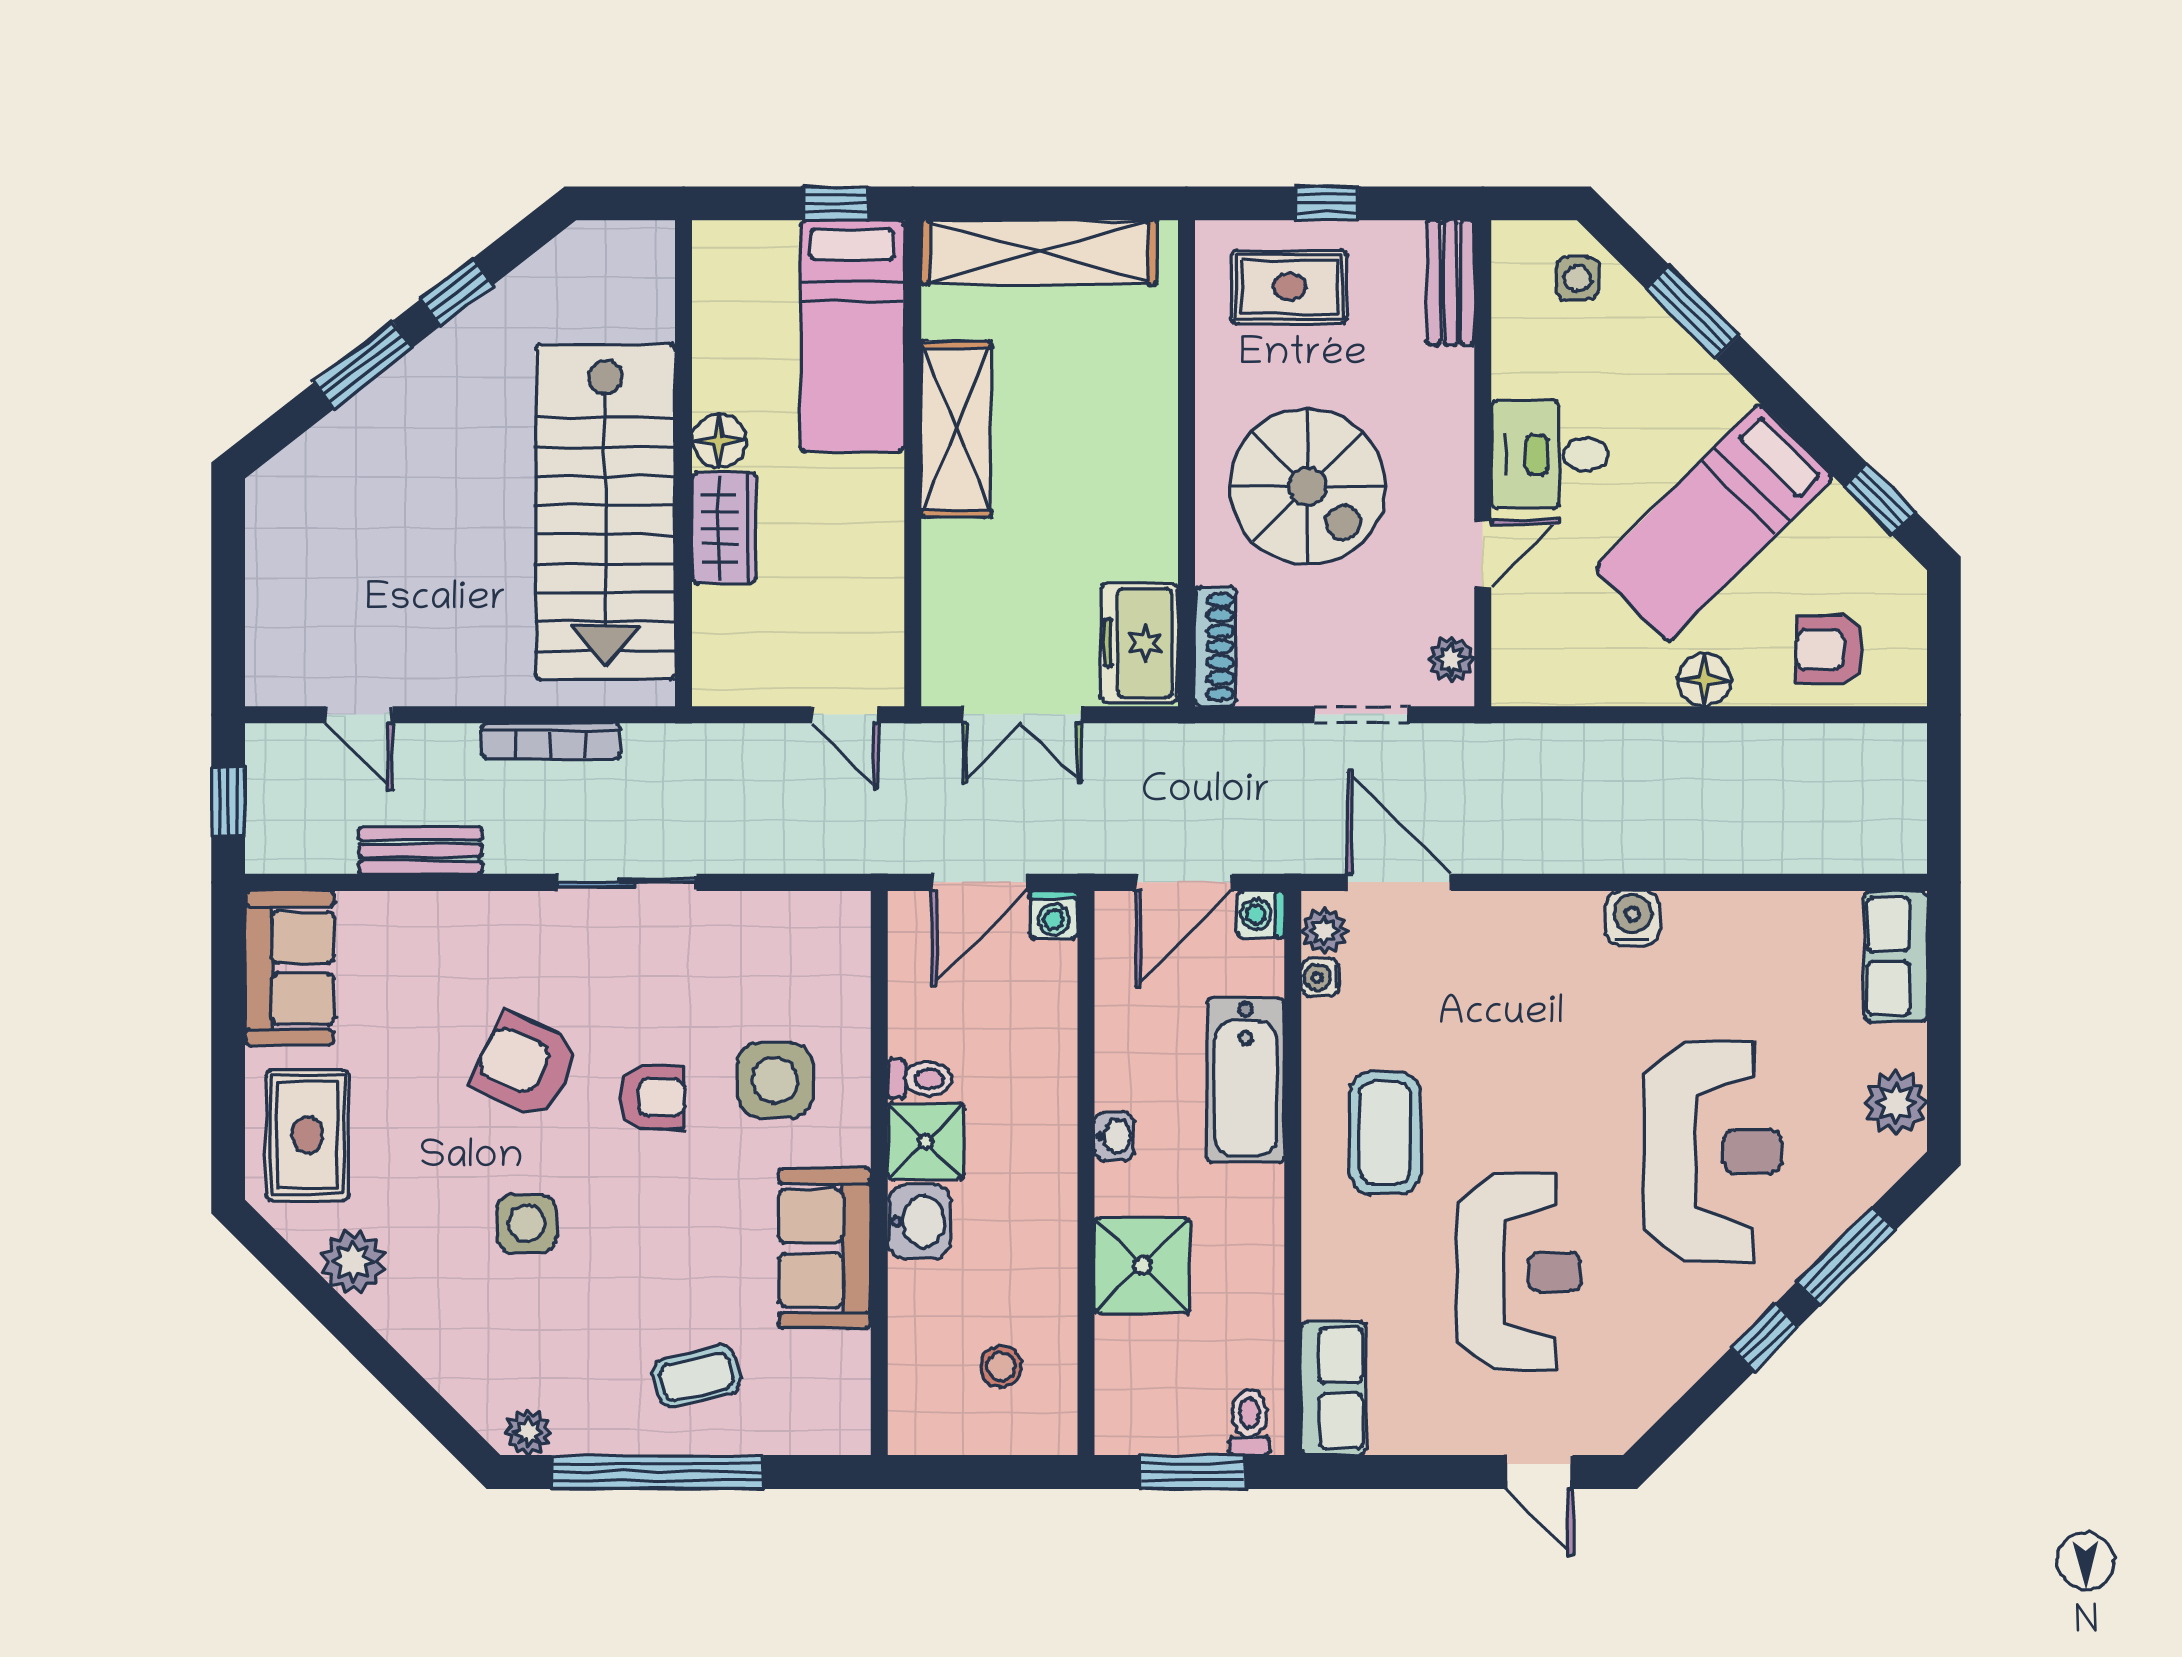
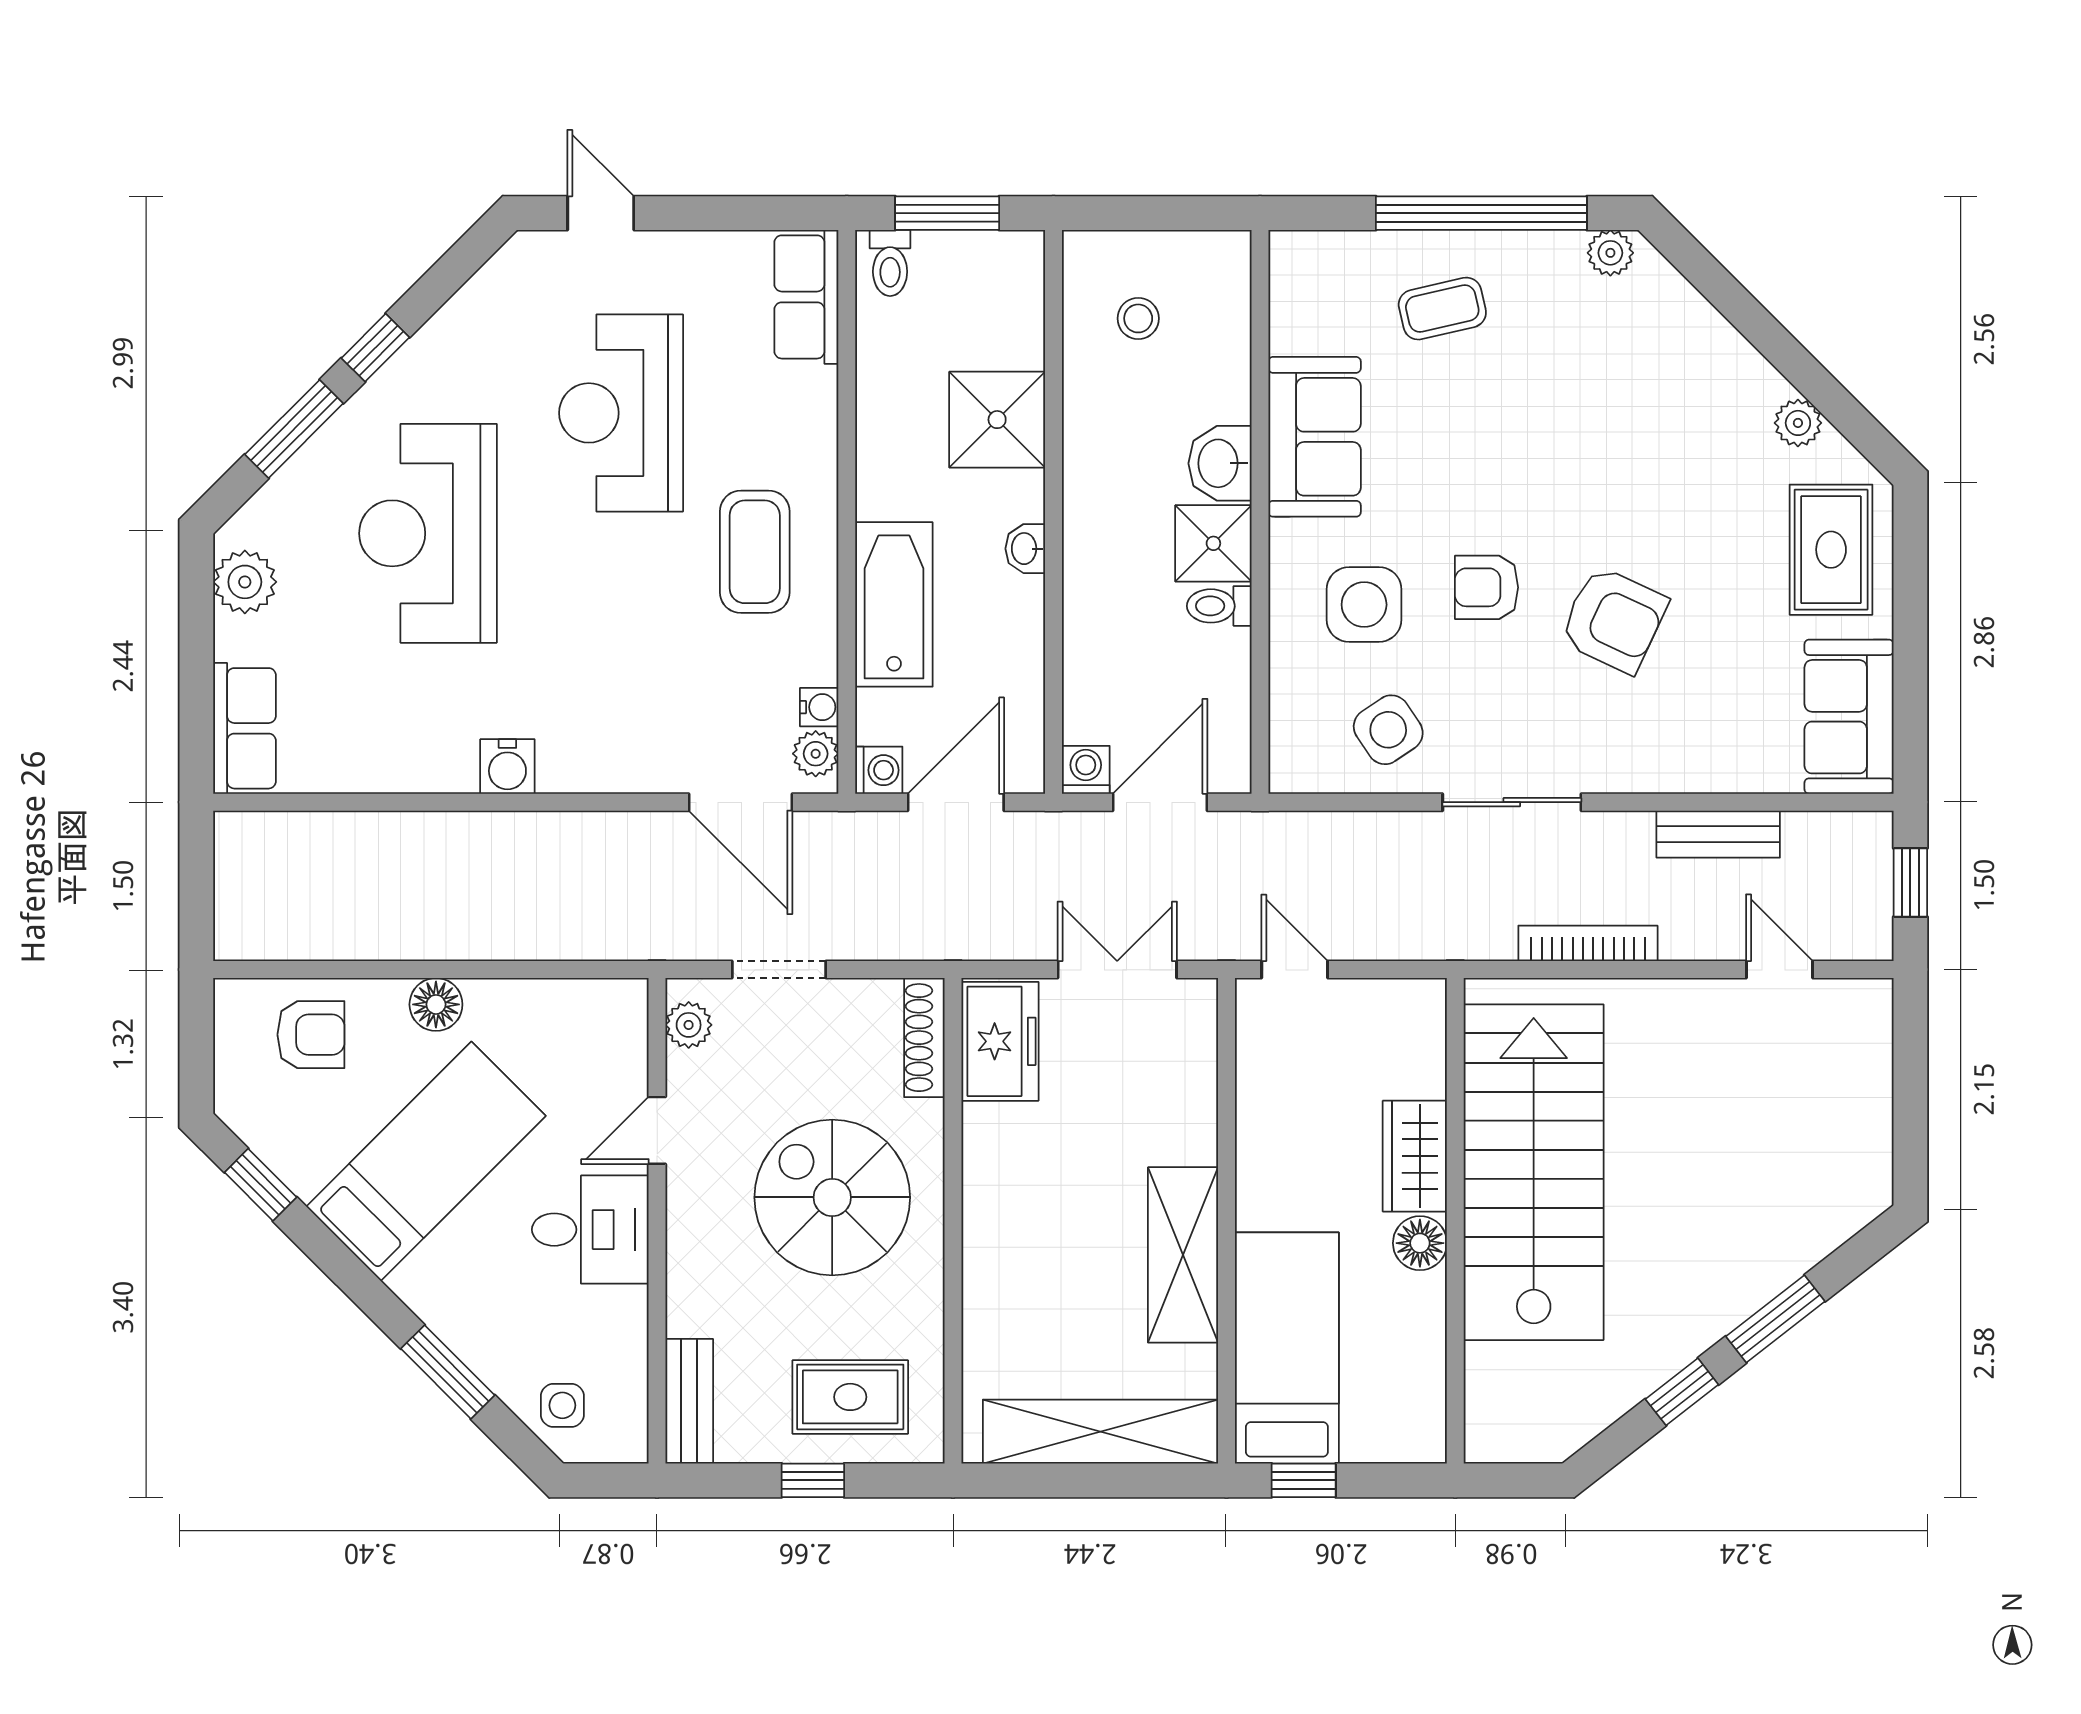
side table: (527, 1224) -> (1388, 730), moved, turned -34
plant: (353, 1262) -> (1798, 423), width x0.73, depth x0.73

